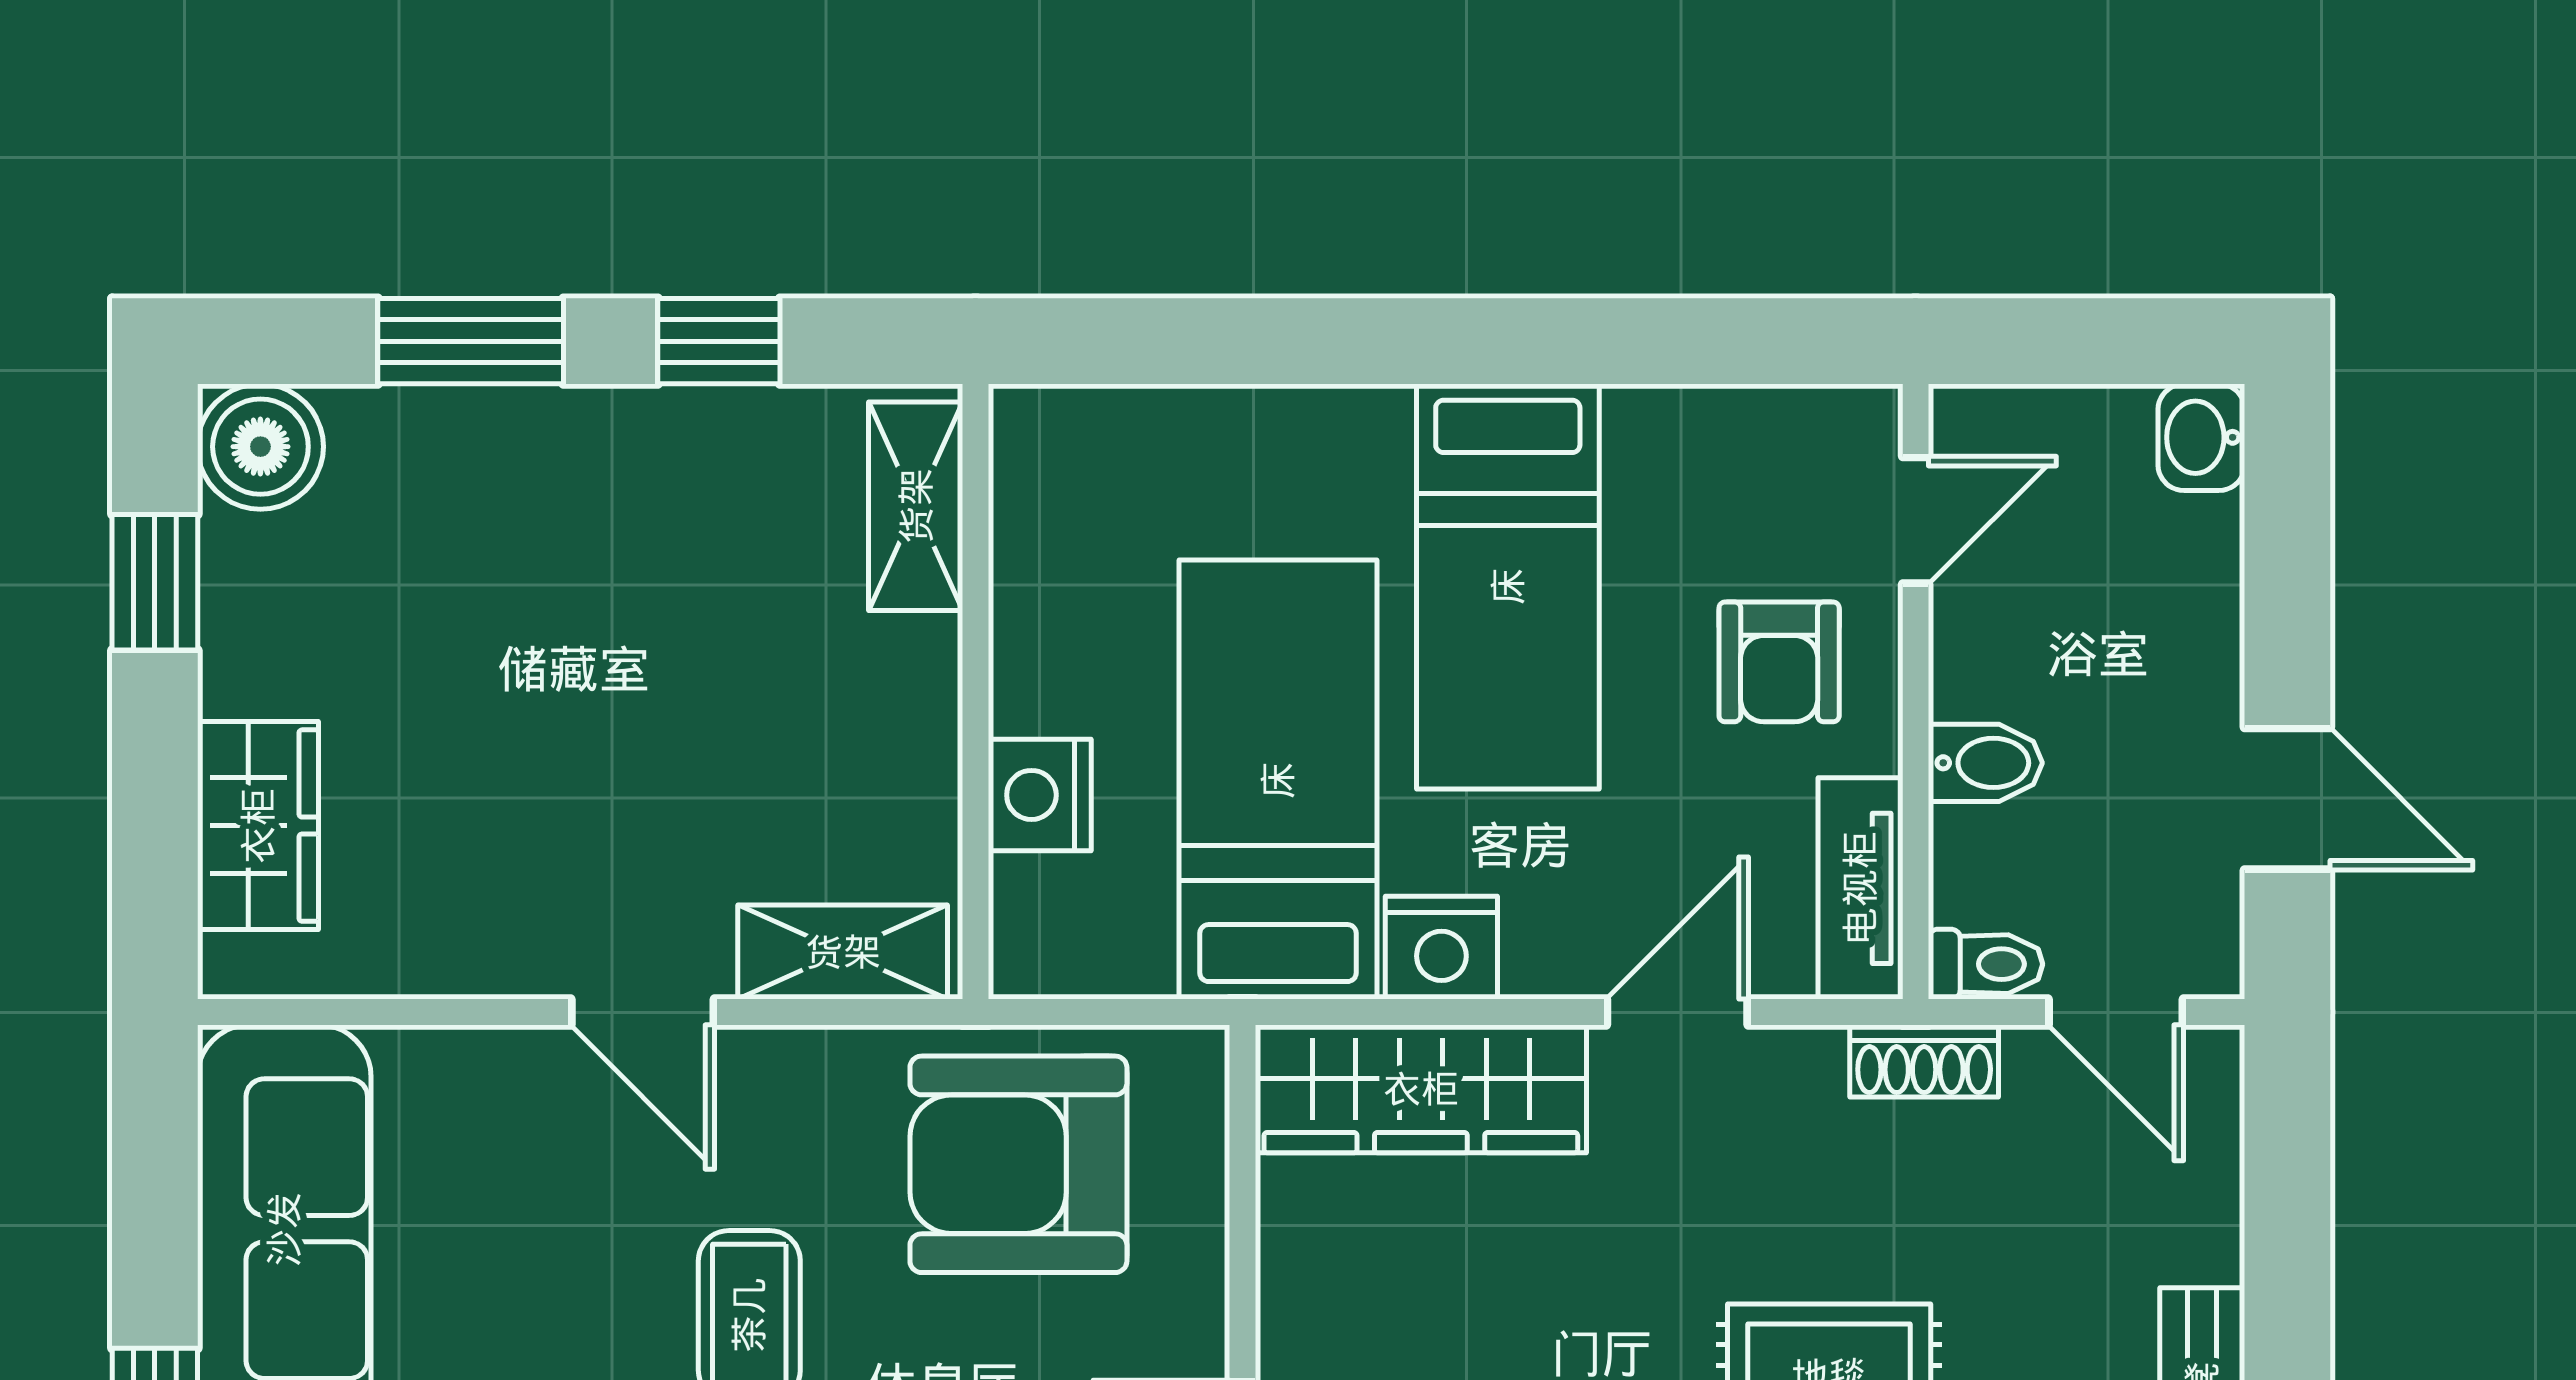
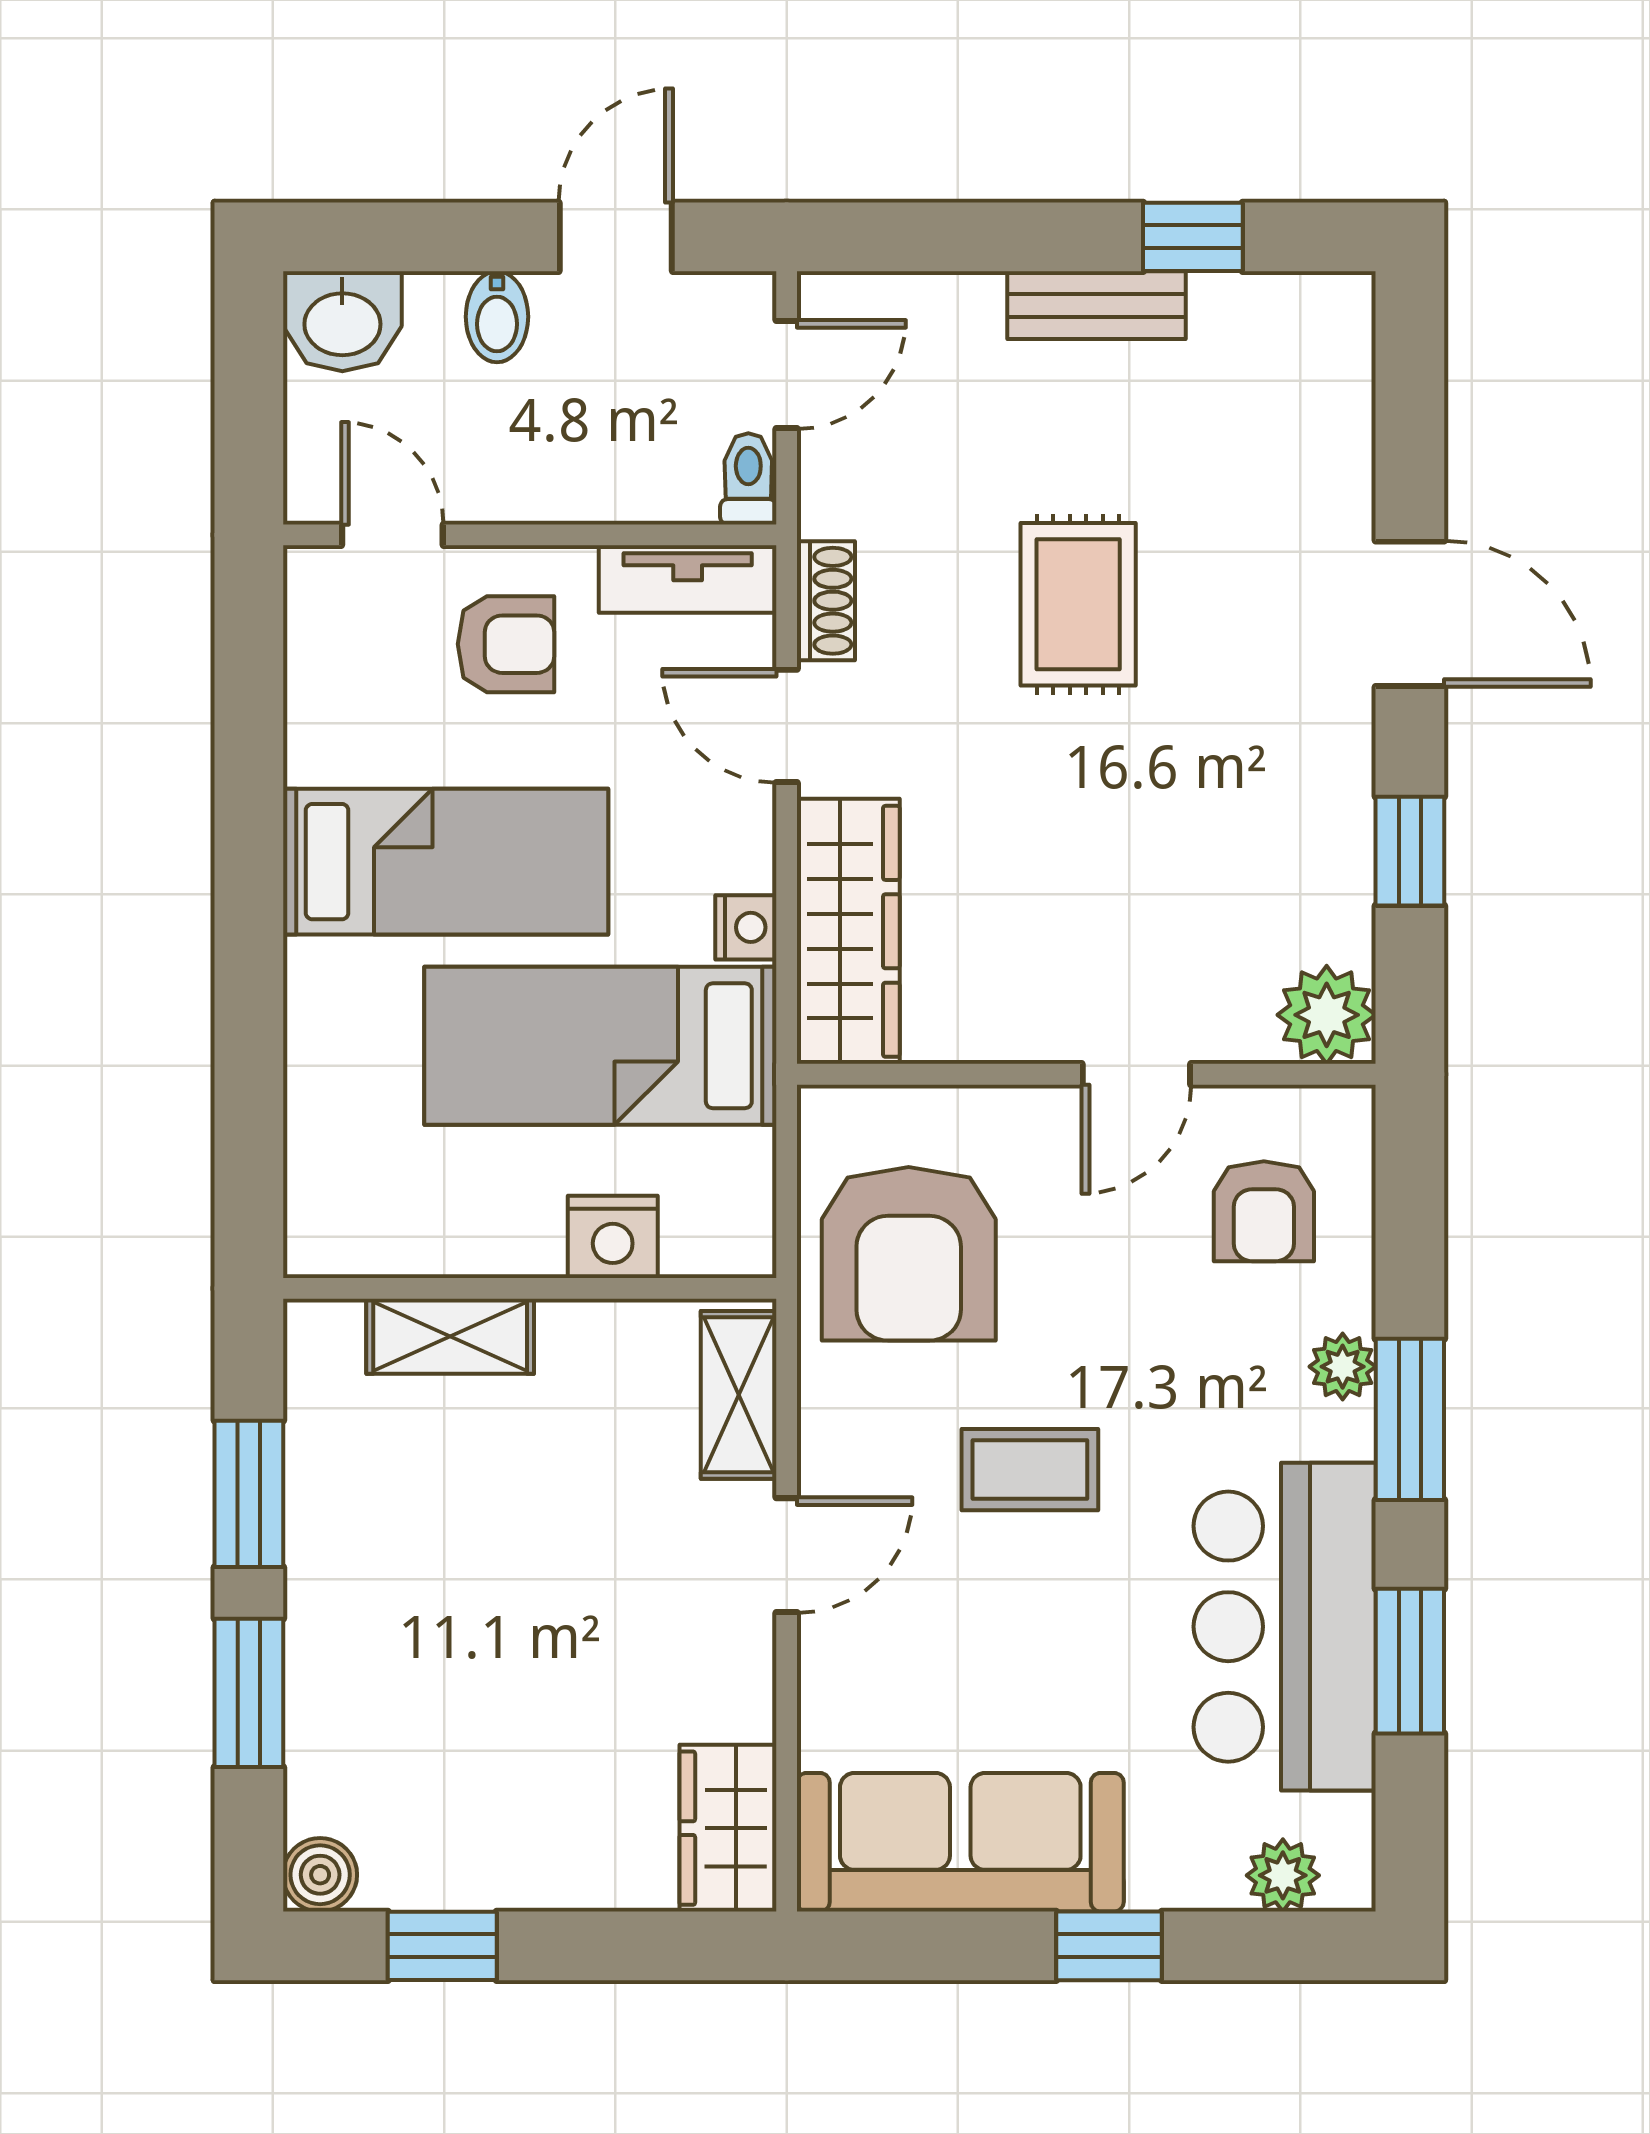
window: (719, 341) -> (249, 1494), width x1.50
washbasin: (2201, 437) -> (342, 321), width x1.38, depth x1.45
boiler: (260, 447) -> (320, 1875), width x0.73, depth x0.73
shelving: (916, 506) -> (450, 1336), moved
bidet: (1985, 763) -> (497, 317), moved, turned 180
wardrobe: (258, 826) -> (728, 1828), moved, turned -90
nightstand: (1441, 948) -> (746, 927), width x0.72, depth x0.74
shoe rack: (1924, 1061) -> (826, 601), moved

